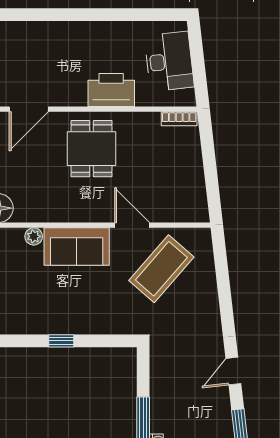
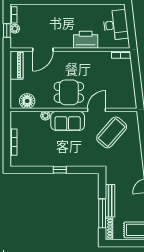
dining table: (92, 149) -> (69, 92), moved, turned 90
door: (132, 225) -> (96, 110), hinge flipped
bench: (158, 401) -> (110, 201), added

